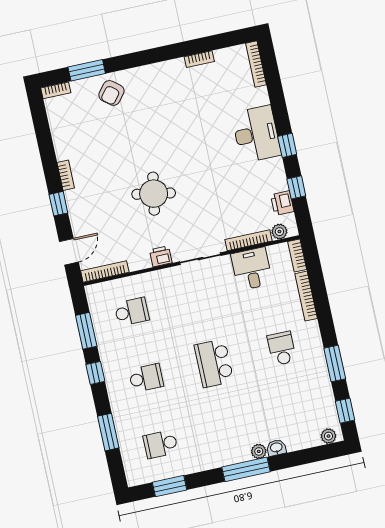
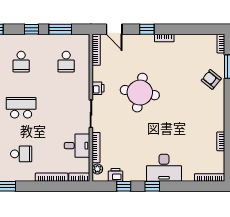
round table: (154, 194) -> (140, 93), width x1.36, depth x1.36

